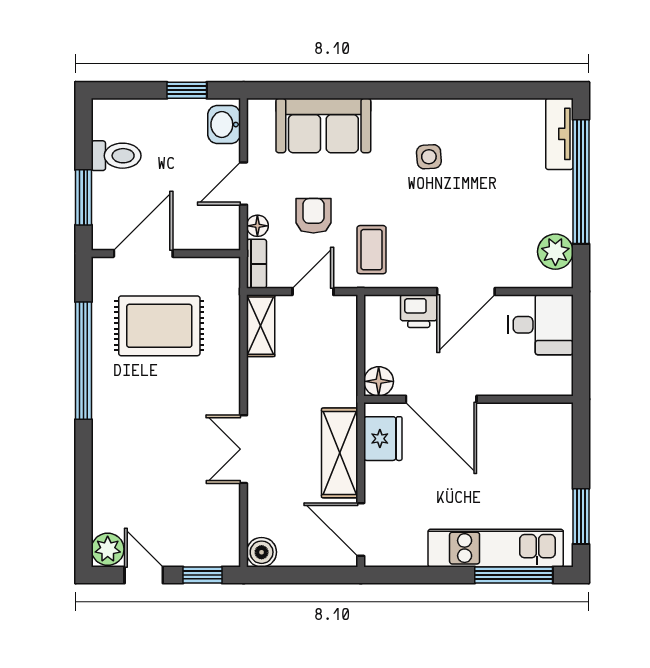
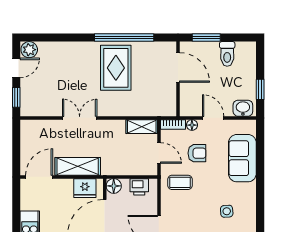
printer: (419, 311) -> (139, 187), moved, turned -90
rug: (159, 326) -> (116, 68), moved
boiler: (262, 552) -> (28, 127), removed

